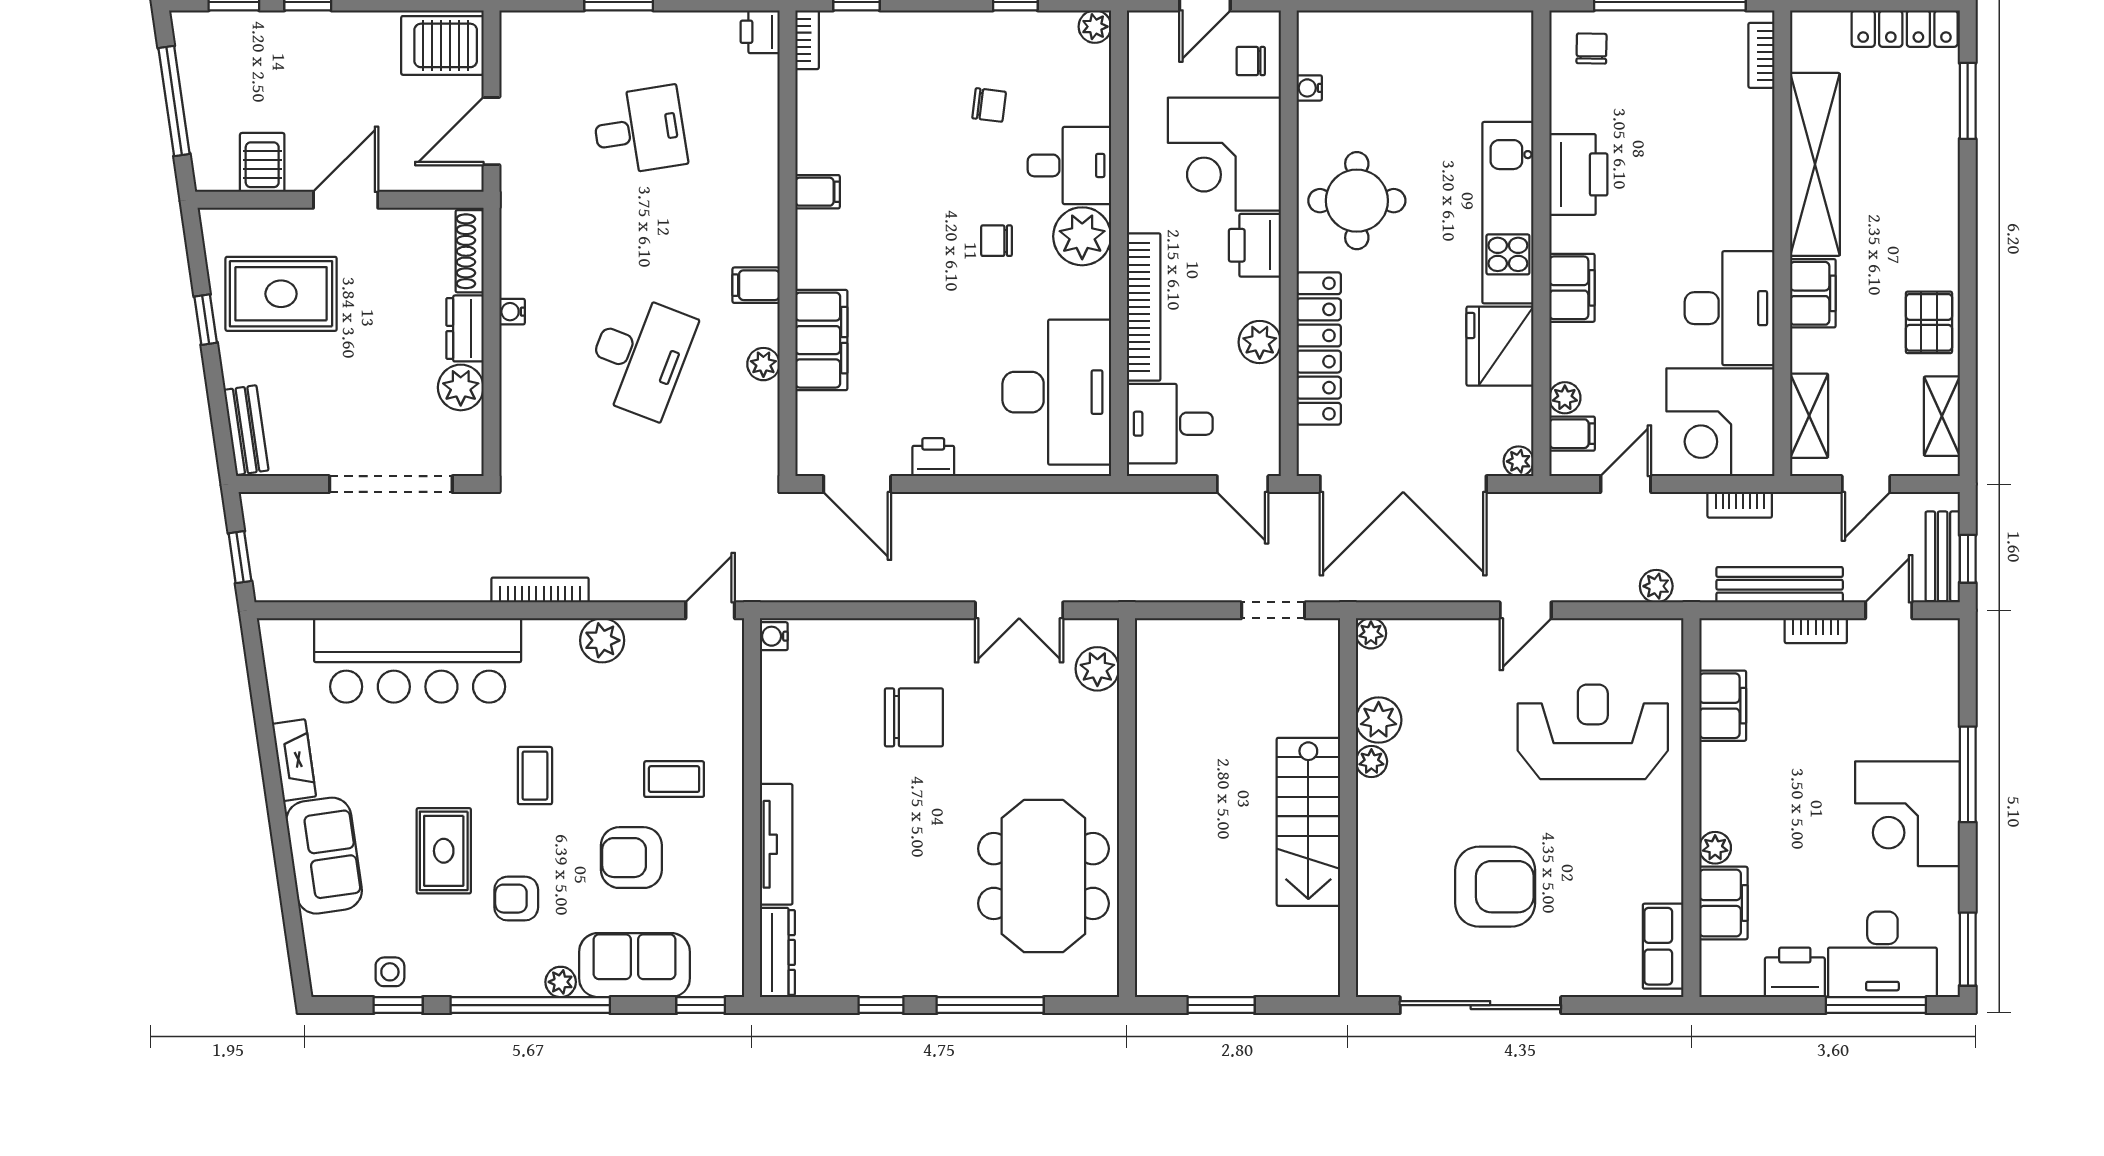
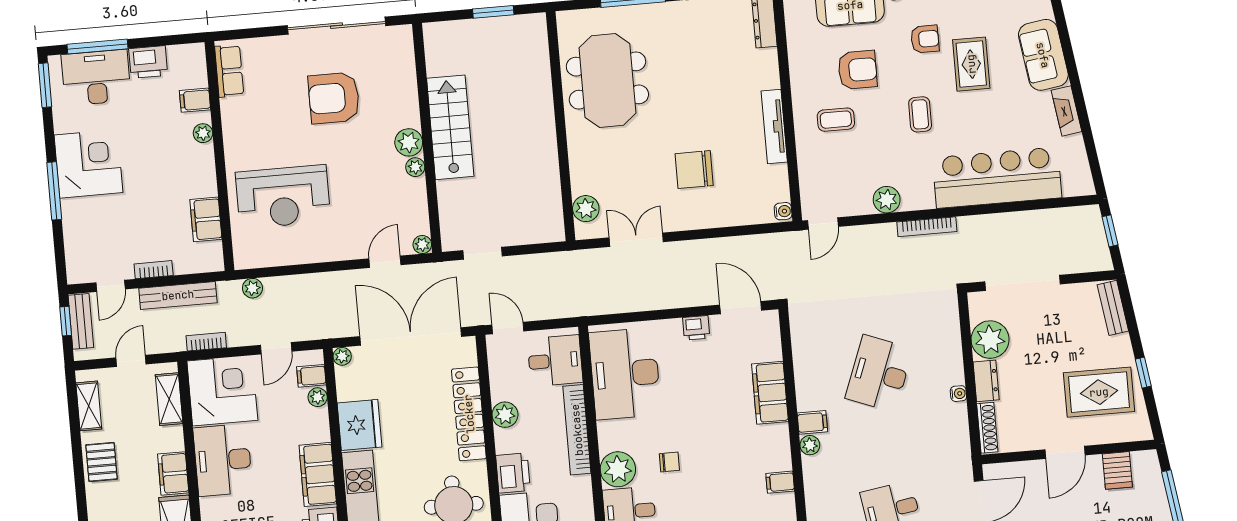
filing cabinet: (1572, 288) -> (318, 474), width x1.50, depth x1.17
plant: (763, 364) -> (810, 445), moved
plant: (461, 387) -> (990, 340), width x1.36, depth x1.36
door: (1526, 610) -> (385, 262), moved
plant: (1379, 720) -> (409, 142), moved
tv unit: (776, 844) -> (774, 126), moved
filing cabinet: (1723, 903) -> (195, 100), width x0.50

